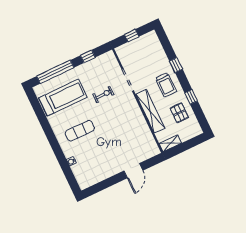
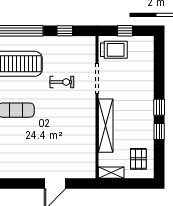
window: (176, 65) -> (159, 107), moved
trolley: (166, 85) -> (114, 50), moved, turned -90
pallet: (179, 113) -> (138, 159), moved

